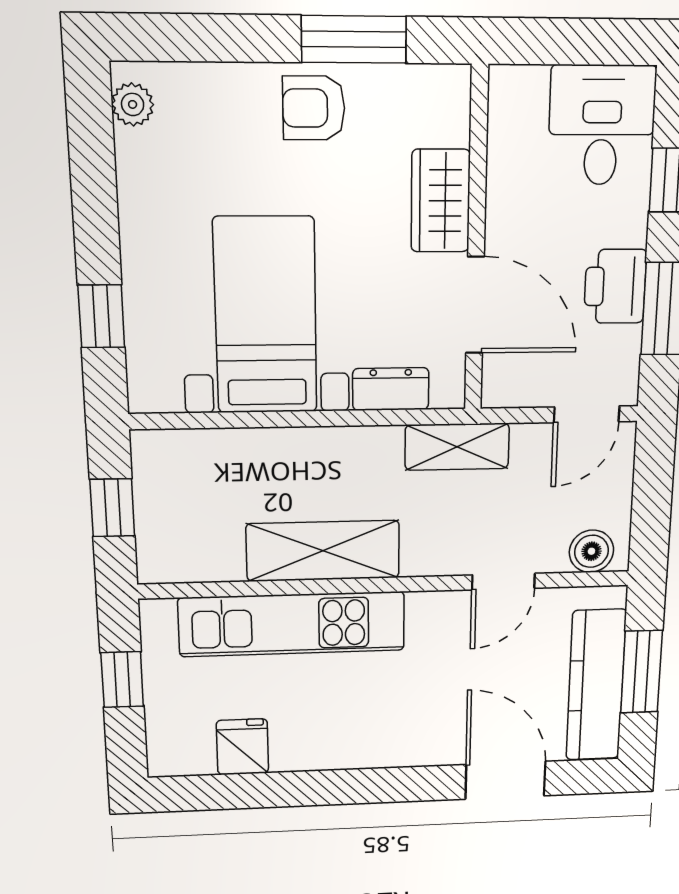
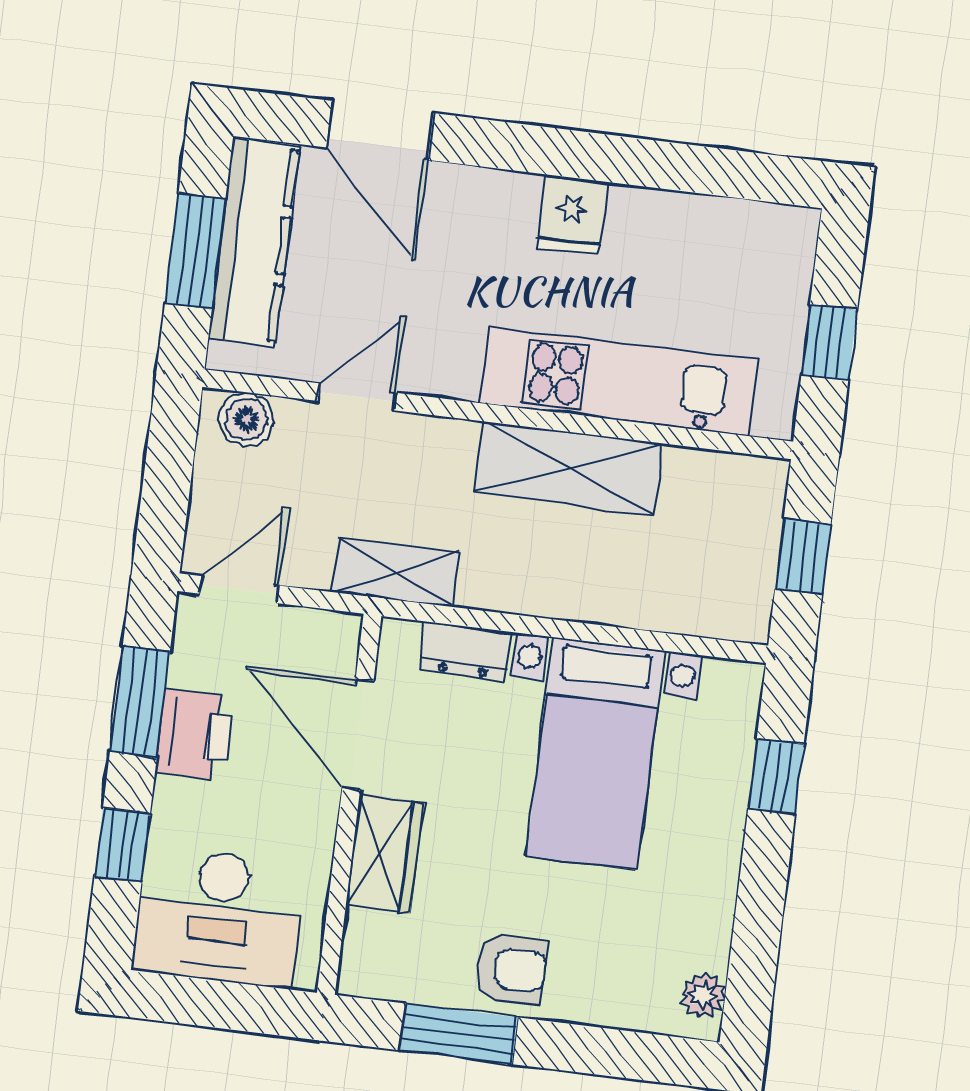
desk: (602, 125) -> (219, 917), width x1.37
fridge: (242, 747) -> (572, 215), moved

